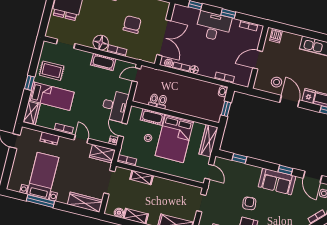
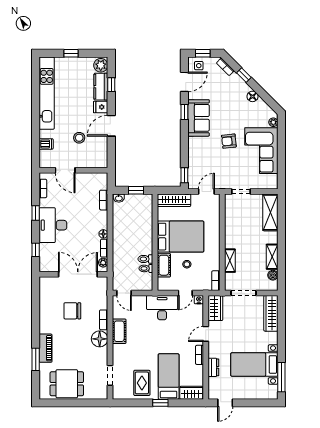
dishwasher: (276, 36) -> (46, 144), moved
door: (258, 60) -> (65, 170), moved
stool: (277, 82) -> (79, 138), moved
window: (239, 159) -> (184, 175), moved
window: (40, 201) -> (281, 377), moved

